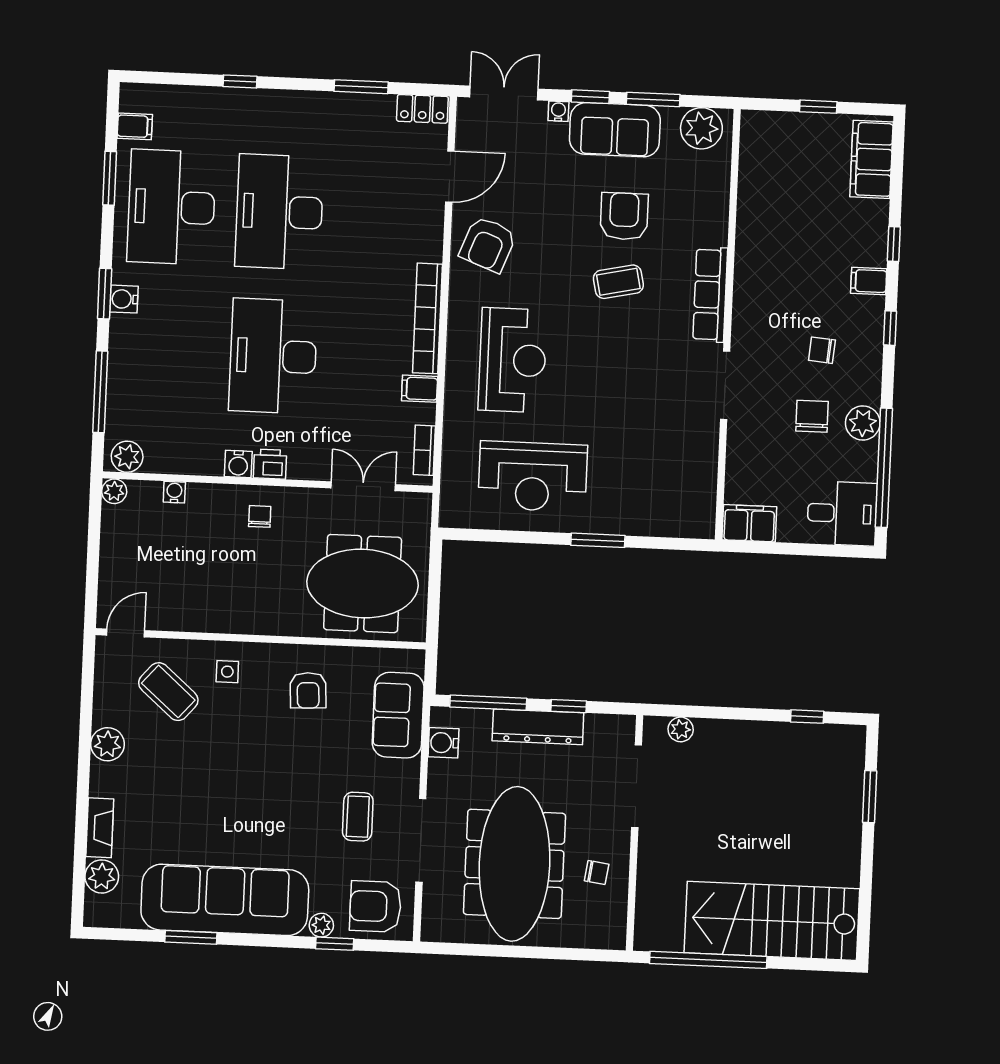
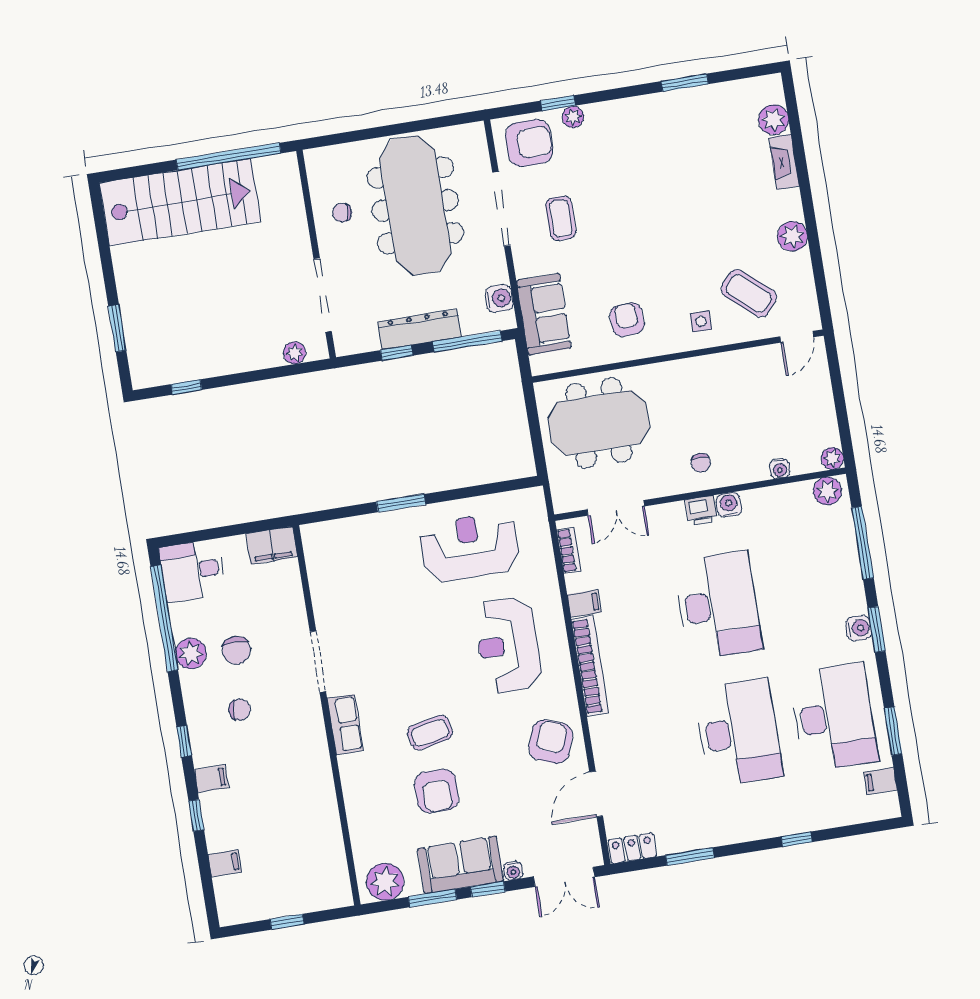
filing cabinet: (872, 159) -> (225, 863), width x0.33, depth x0.86
row of seats: (710, 295) -> (345, 725), width x0.68
sofa: (225, 900) -> (662, 122), removed

